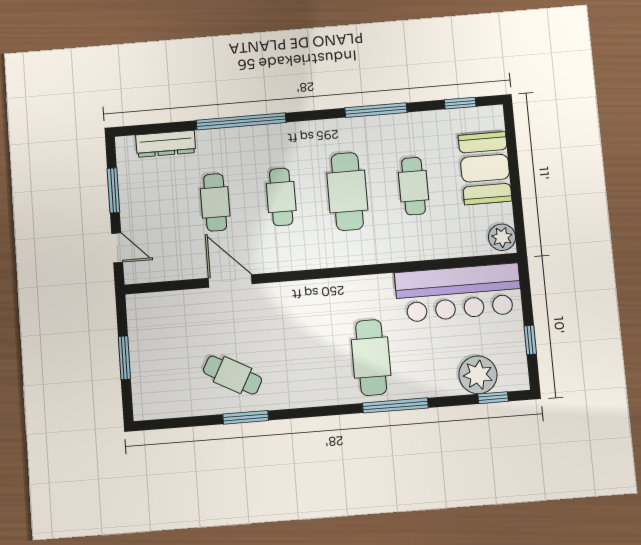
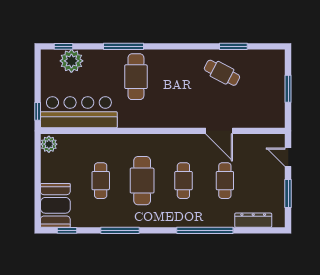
booth: (485, 168) -> (55, 205), moved
window: (530, 340) -> (38, 111), moved
window: (246, 417) -> (233, 46), moved

